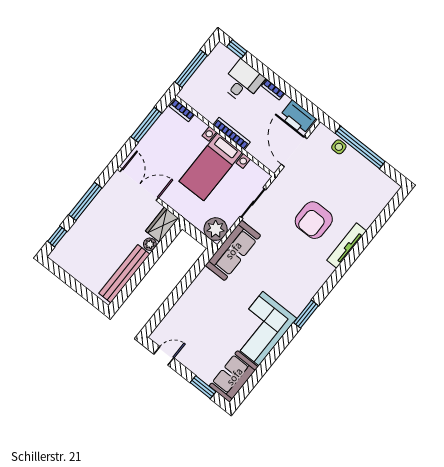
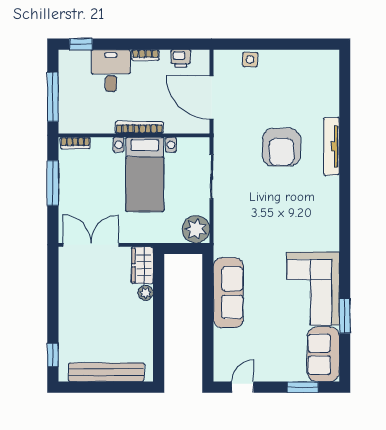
printer: (298, 117) -> (181, 58), width x0.53, depth x0.68
window: (360, 147) -> (270, 44), removed
window: (85, 201) -> (53, 301), removed
sofa: (233, 250) -> (228, 293), moved
bench: (124, 274) -> (106, 372), moved, turned 90
window: (306, 314) -> (345, 316), moved

